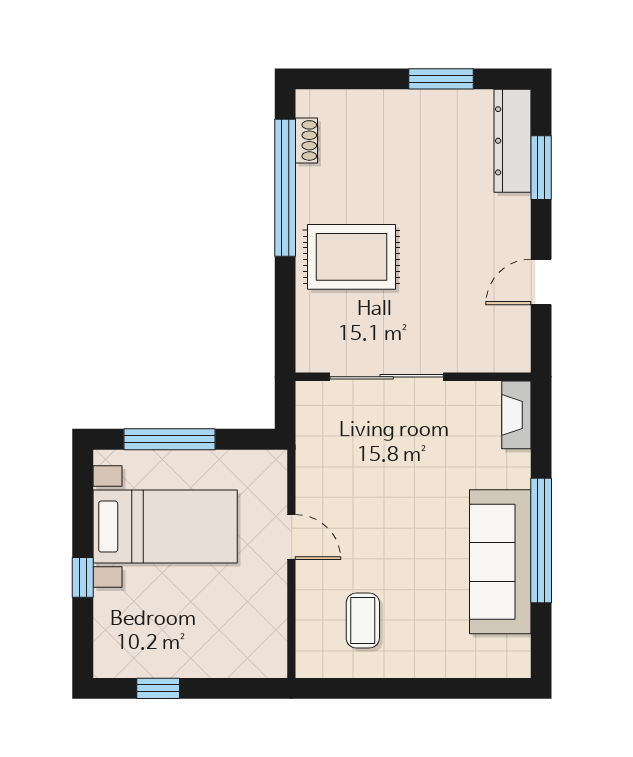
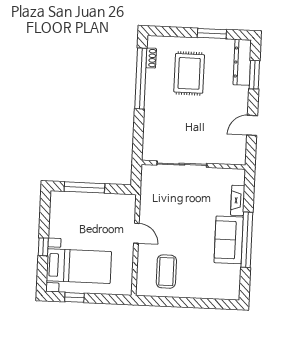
rug: (352, 257) -> (189, 73), moved, turned 90
fireplace: (516, 415) -> (238, 200), moved
bed with nightstands: (165, 526) -> (79, 266), moved
sofa: (500, 562) -> (229, 240), width x0.73
coffee table: (363, 620) -> (166, 272), width x1.36, depth x1.30

